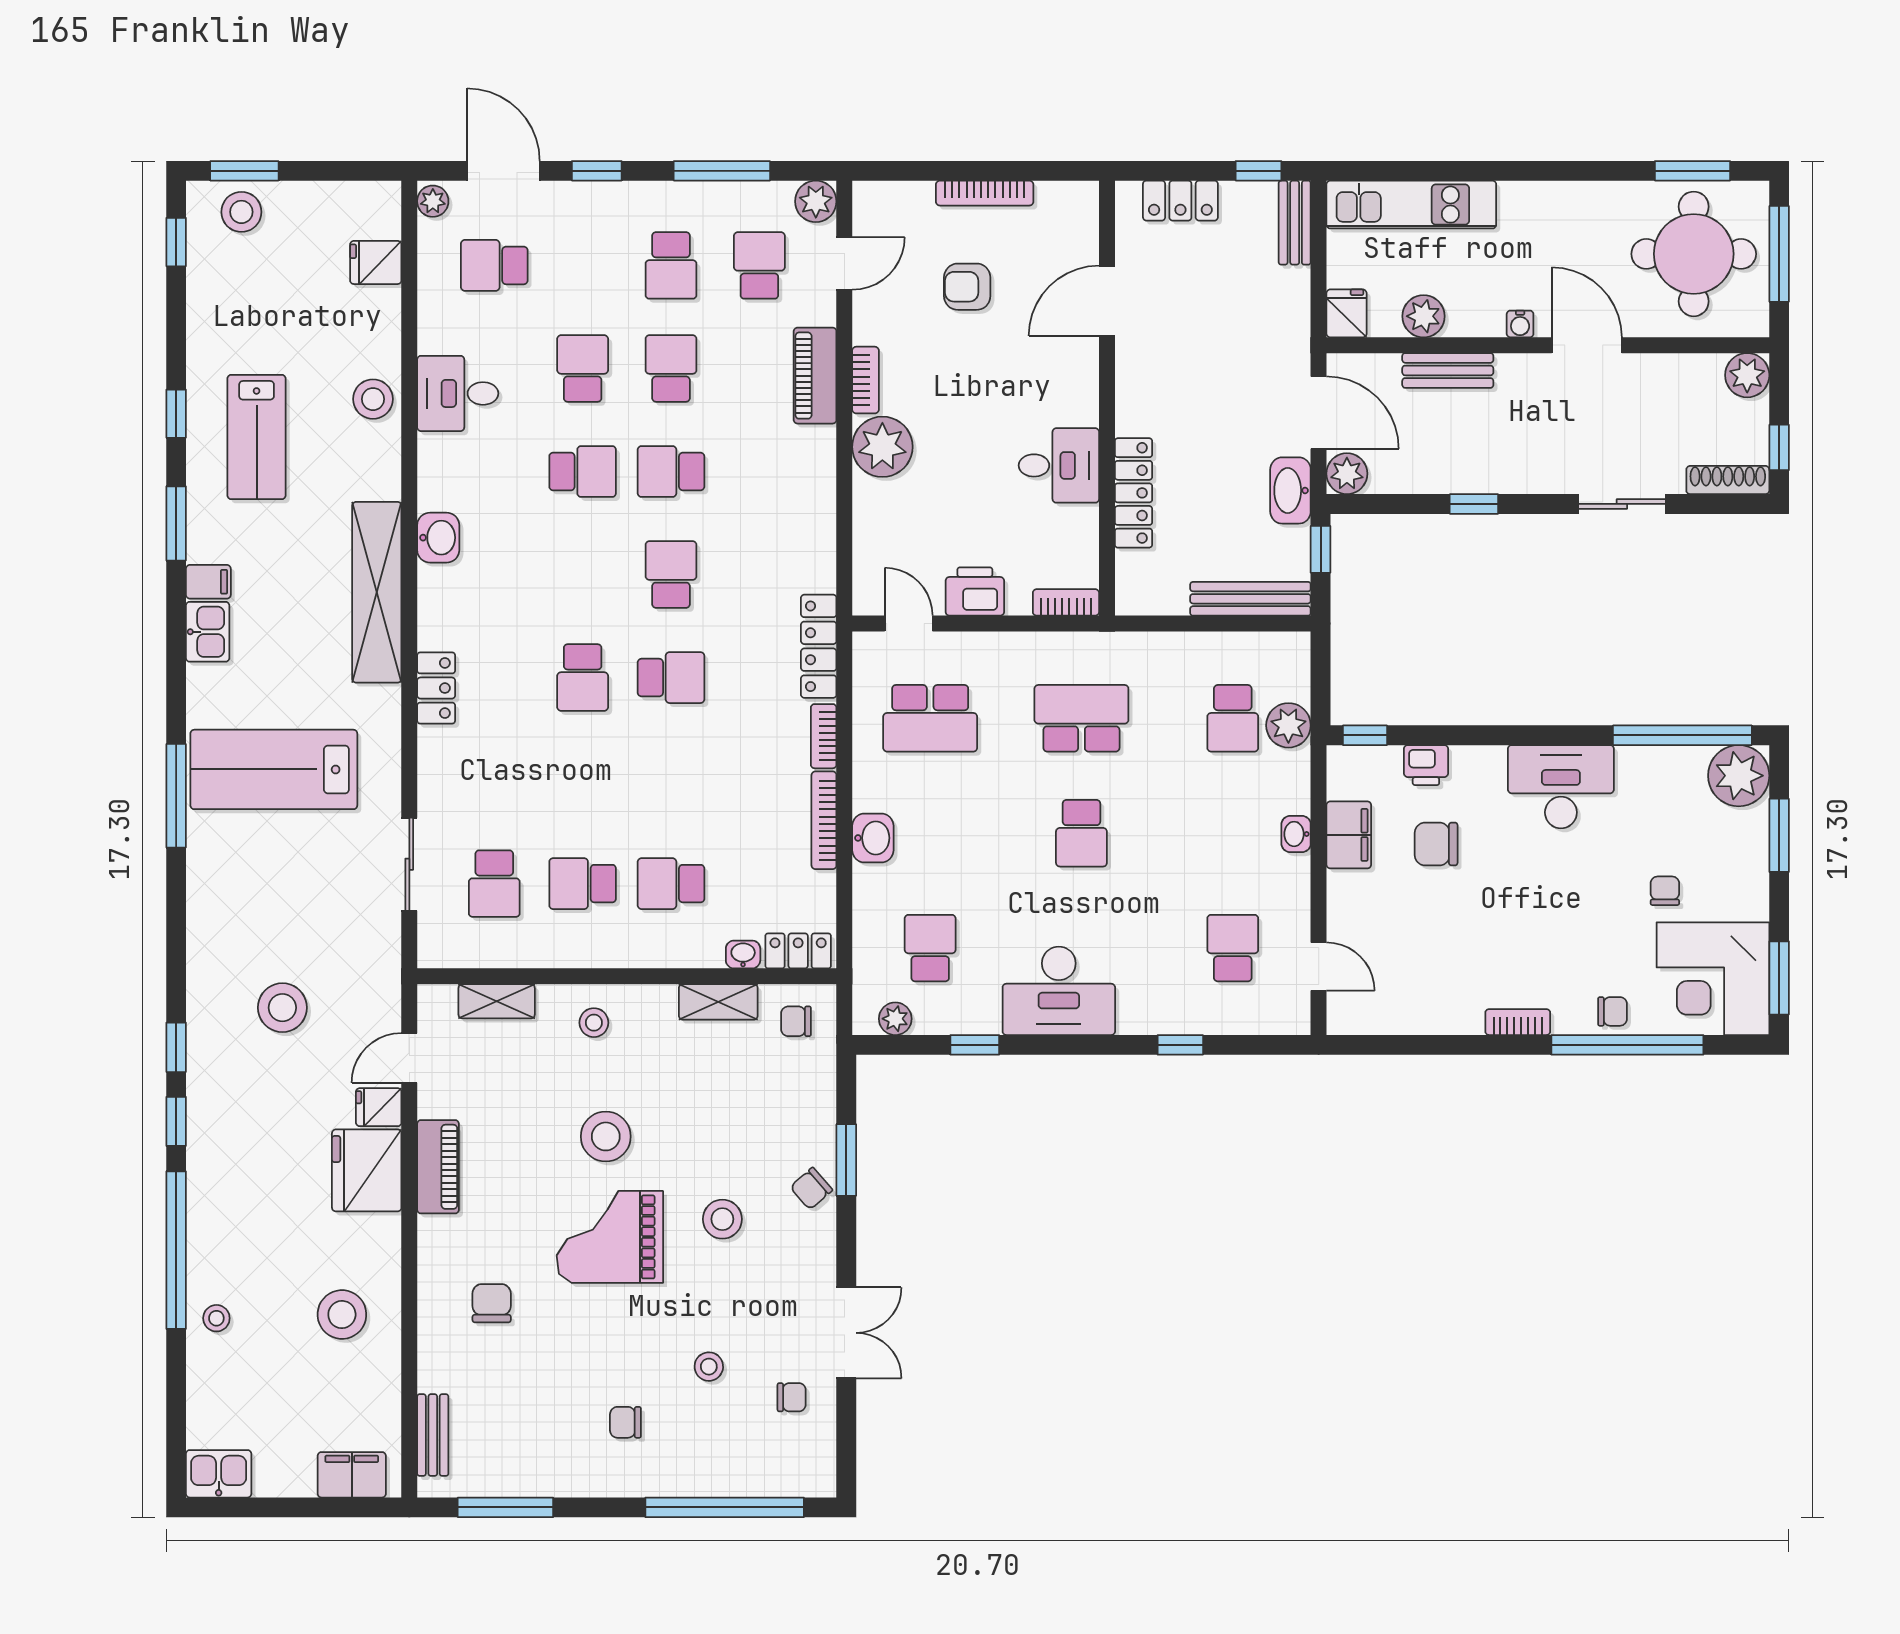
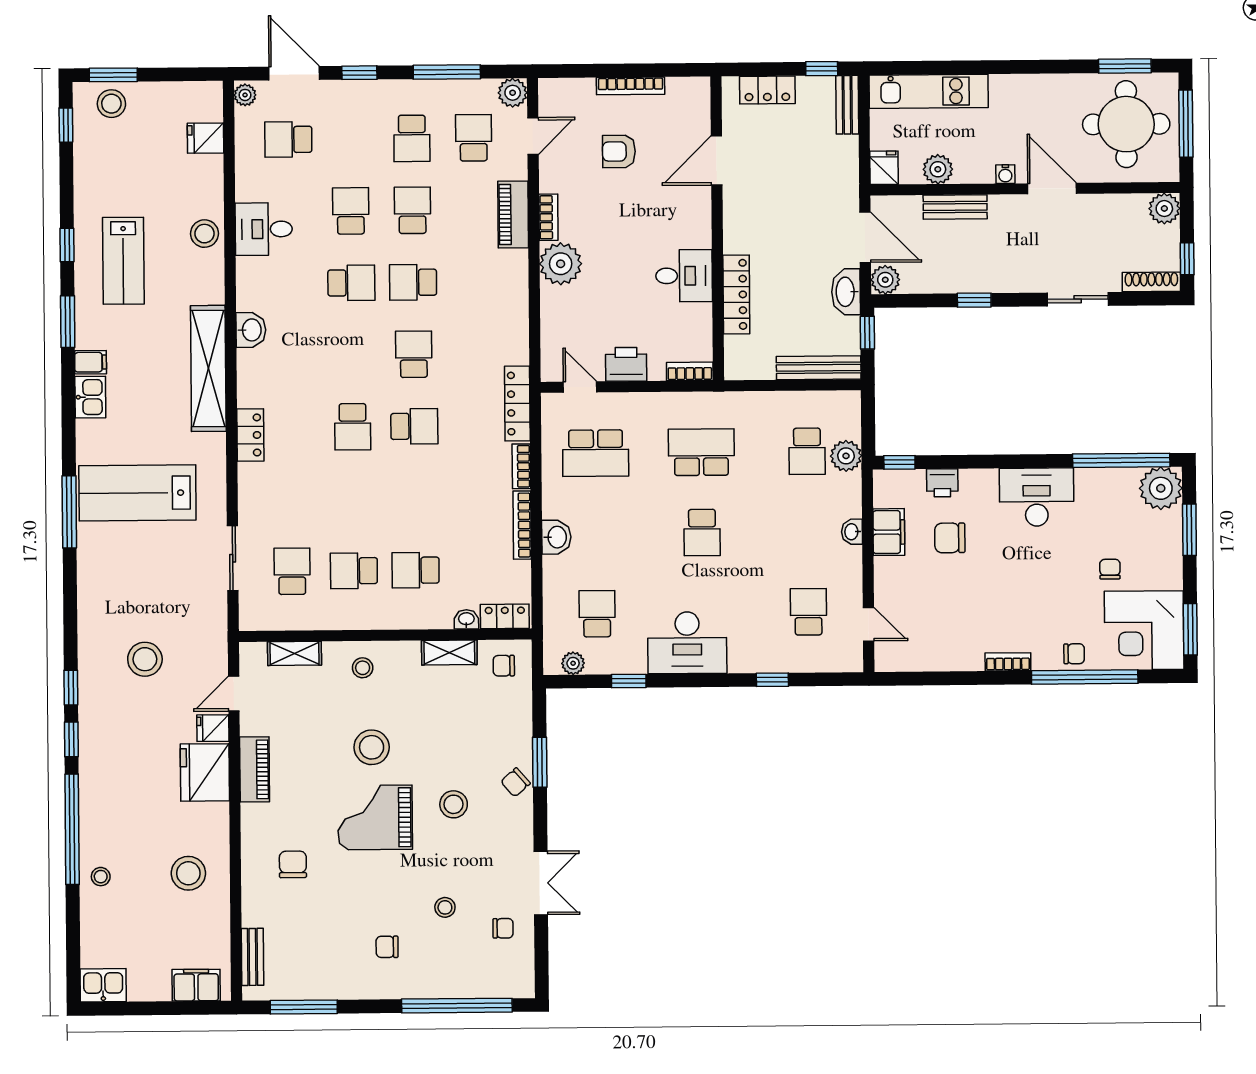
school desk: (494, 884) -> (292, 571), turned 180

